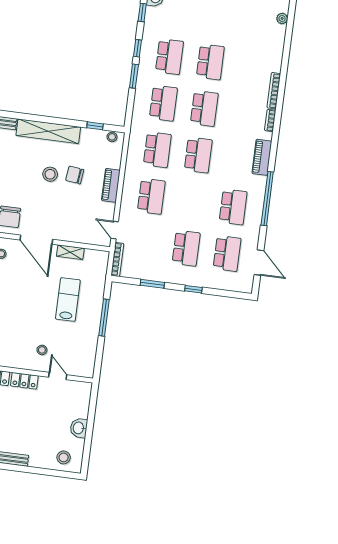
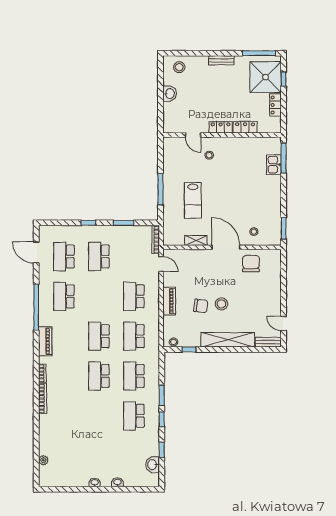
school desk: (210, 62) -> (99, 416), removed

